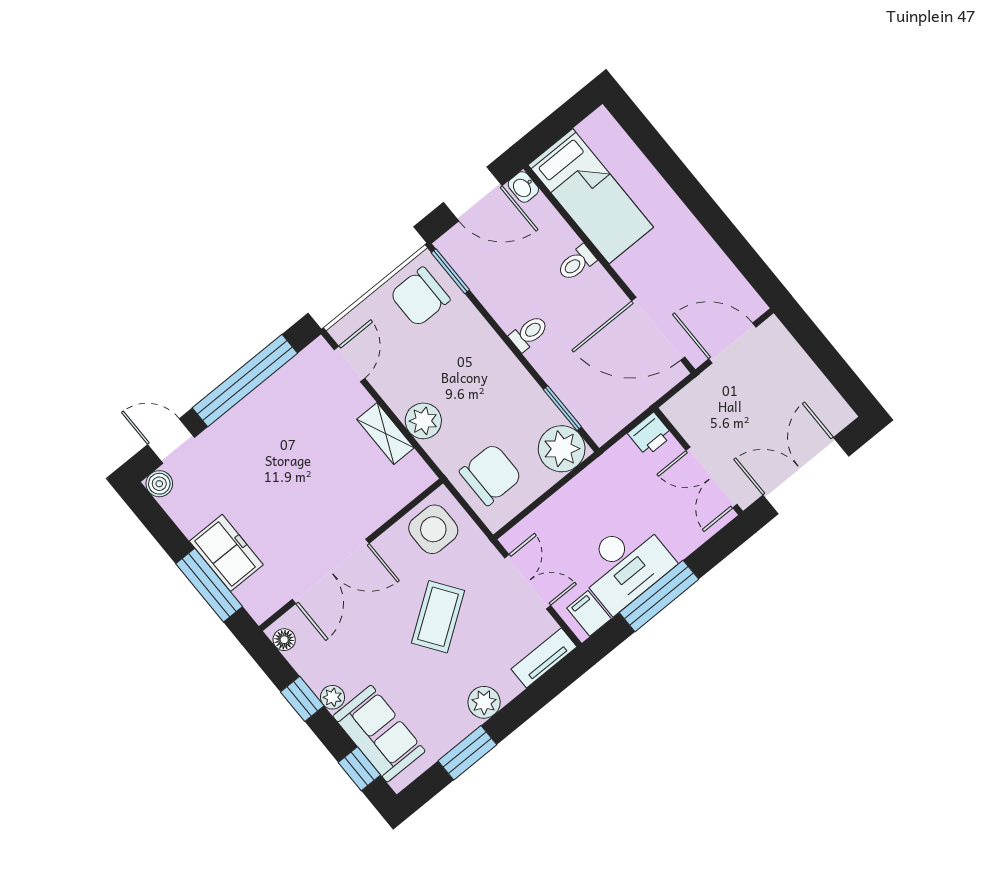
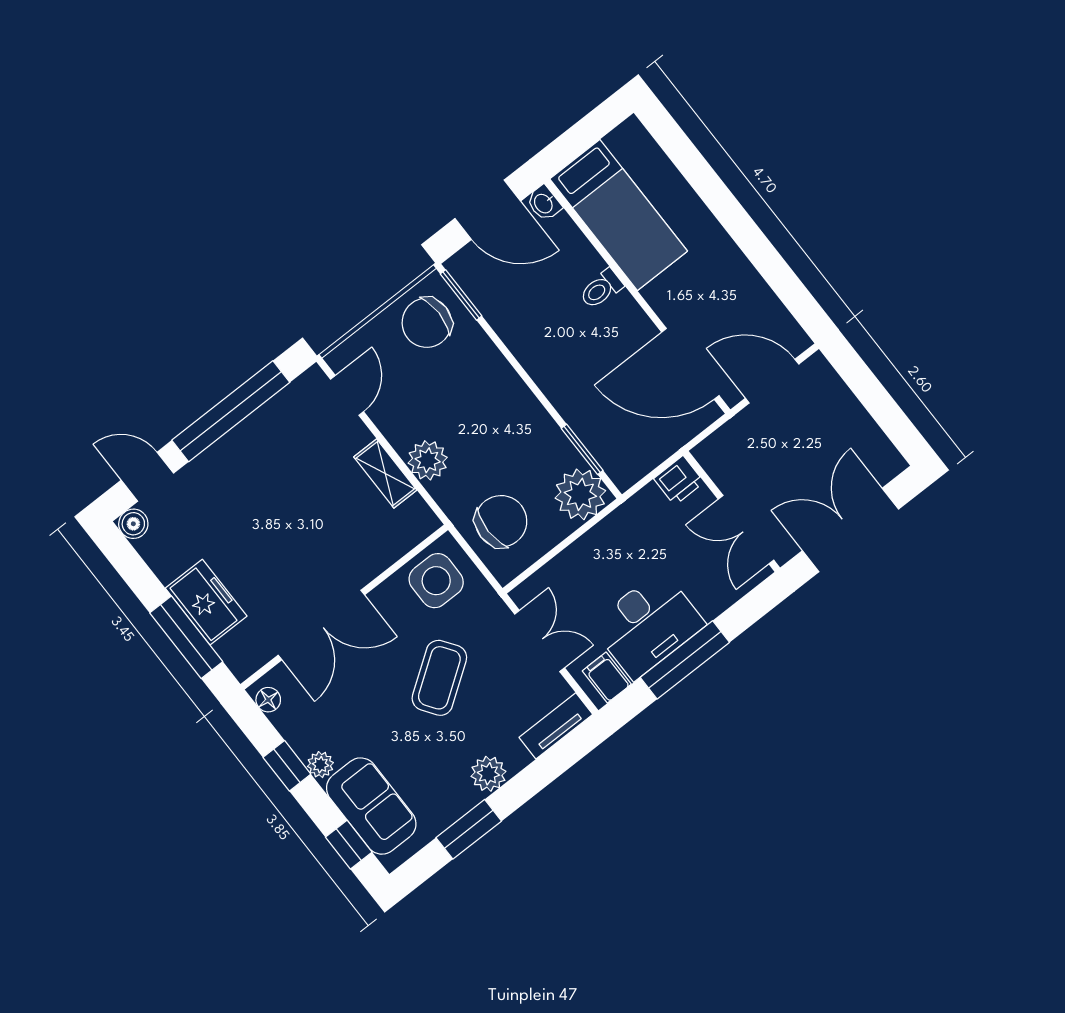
toilet: (529, 333) -> (547, 365), removed

